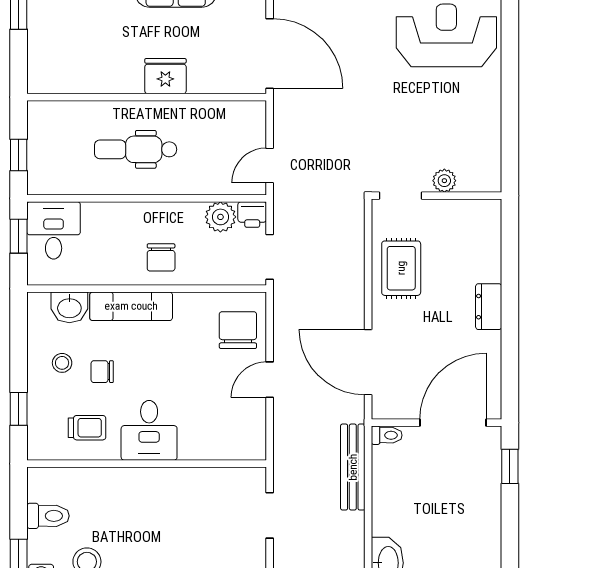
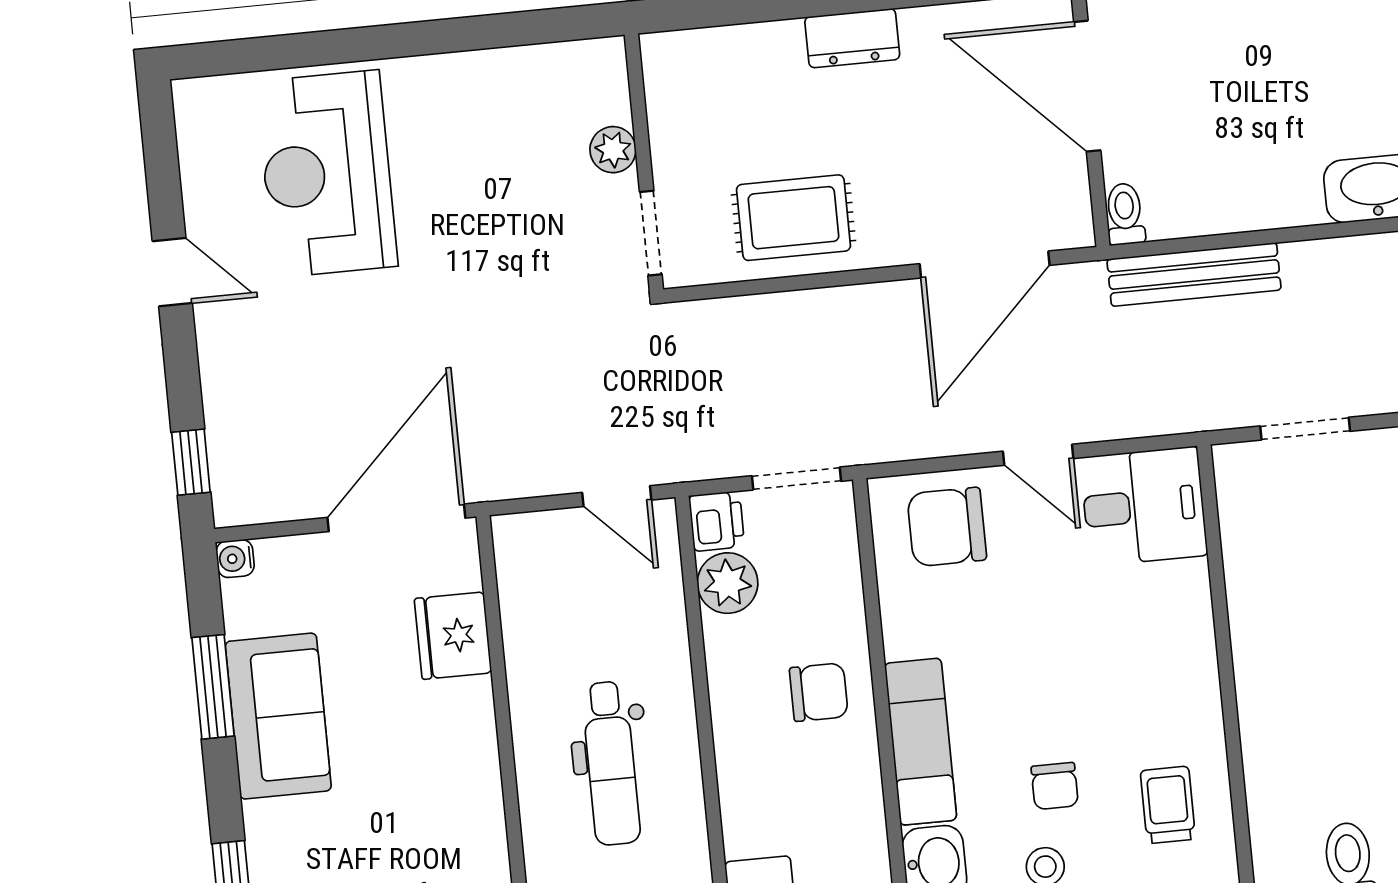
fridge: (165, 76) -> (453, 636), moved
desk: (149, 430) -> (1144, 506), moved

